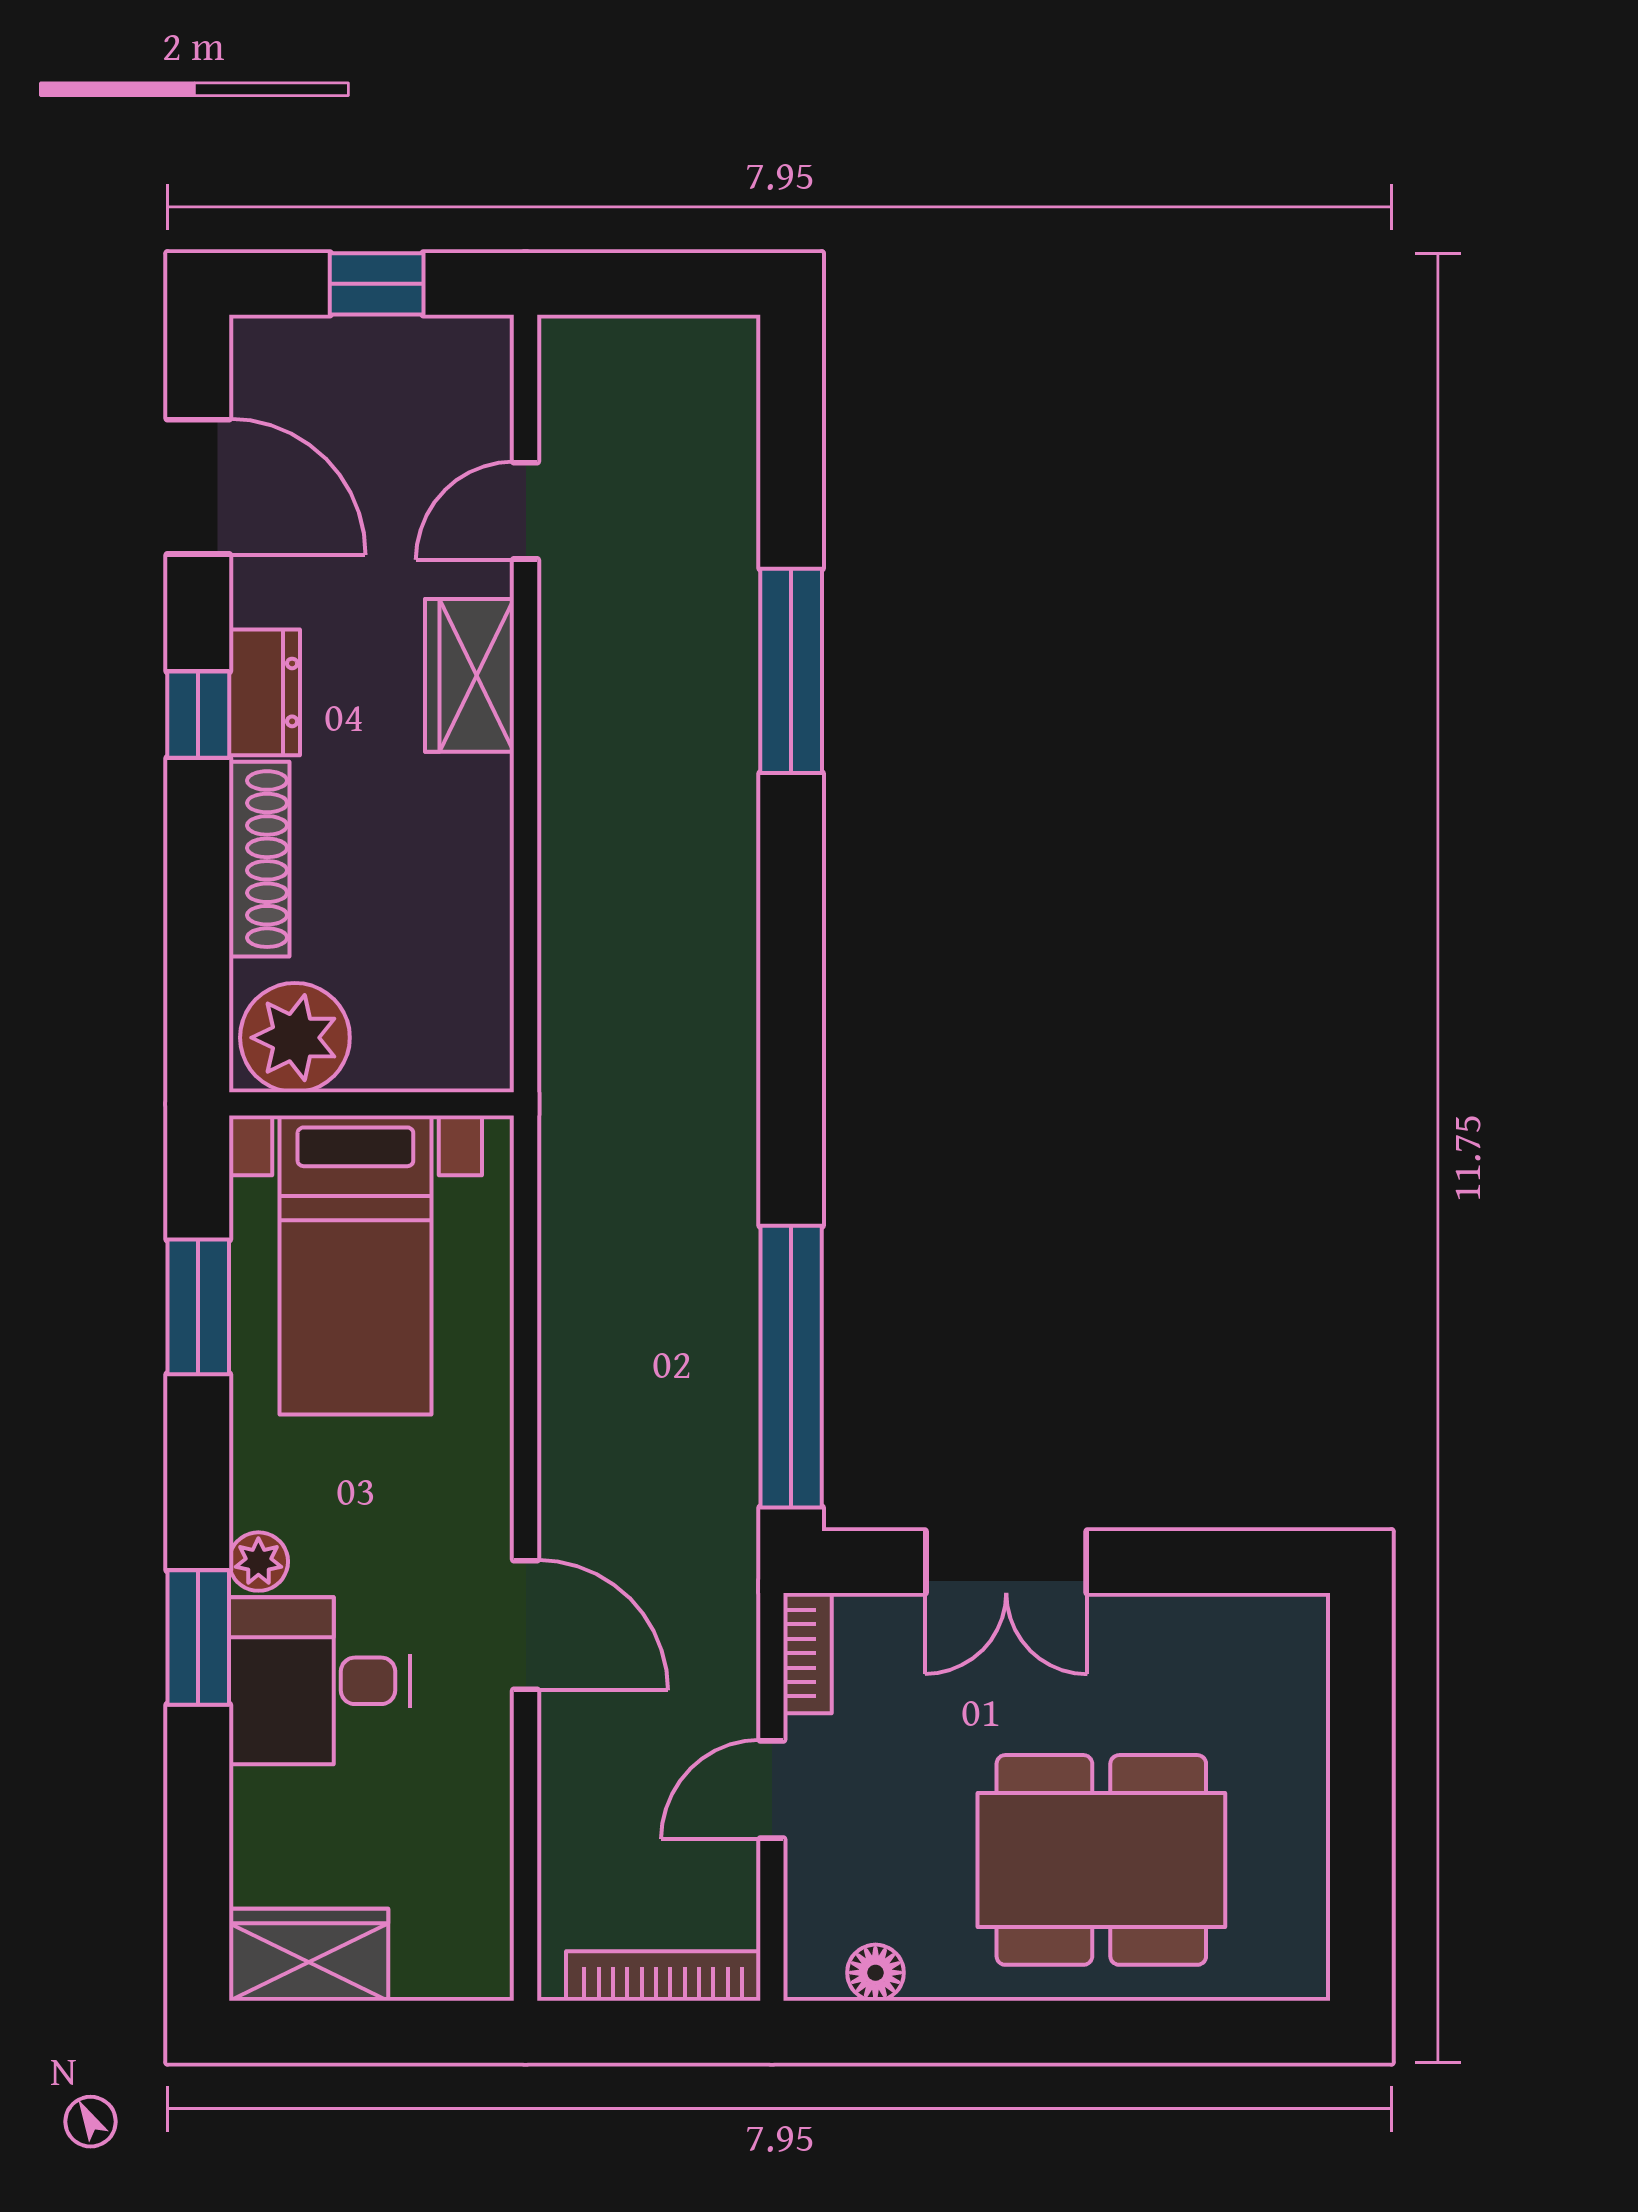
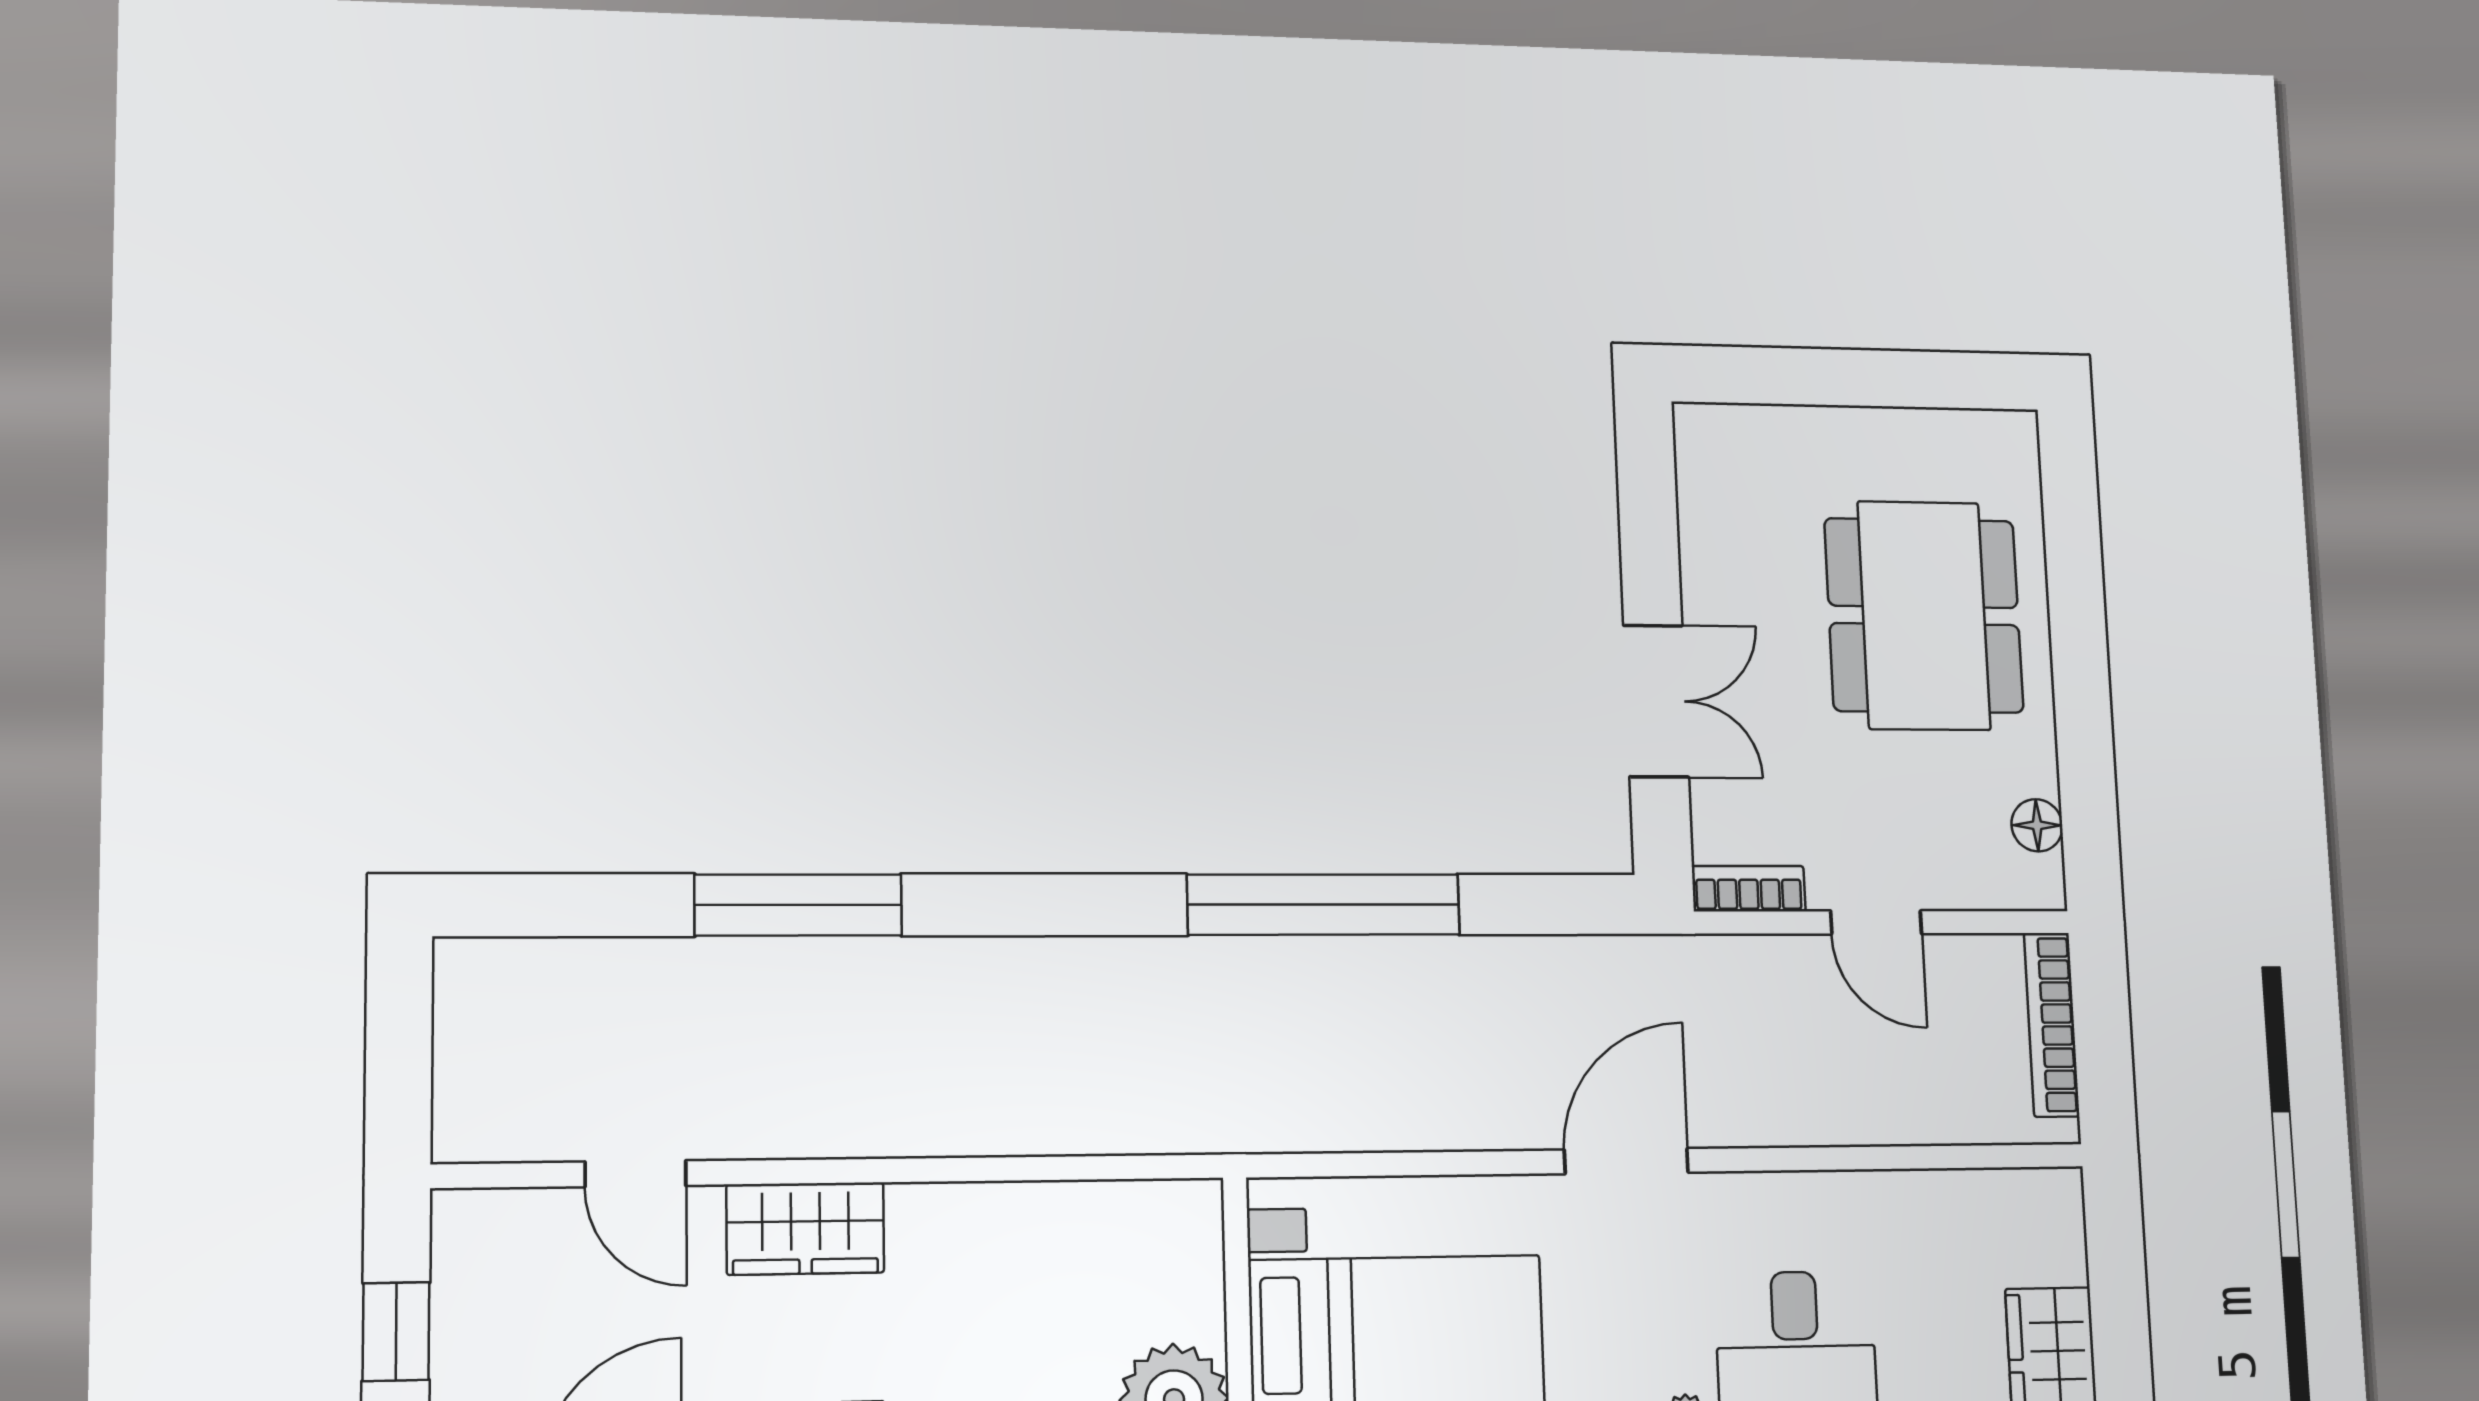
window: (791, 1367) -> (1324, 905), moved
door: (526, 1625) -> (1626, 1161), moved

